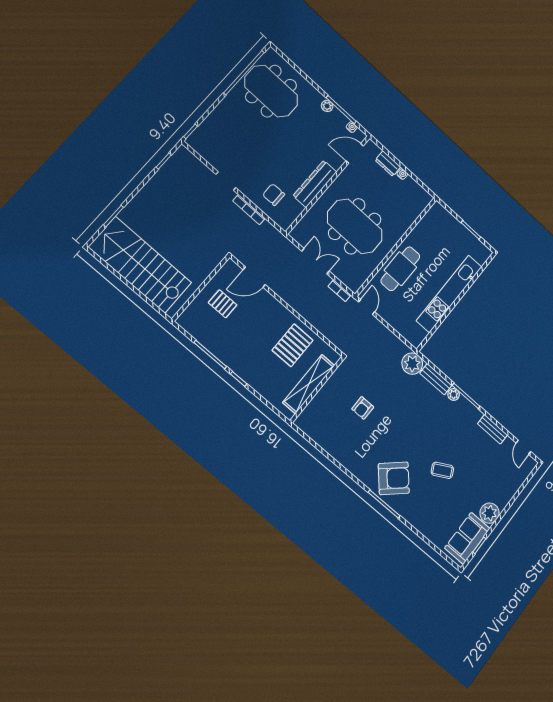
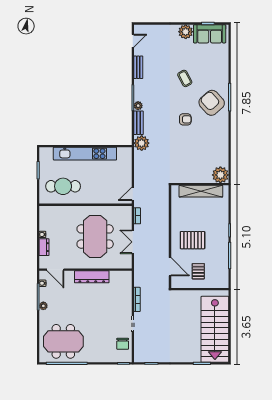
meeting table: (271, 91) -> (63, 341), turned 90
chair: (274, 195) -> (123, 344), moved
cafe table: (400, 269) -> (63, 186), moved
pallet: (293, 345) -> (193, 240), moved
armchair: (363, 408) -> (185, 119), moved
plant: (309, 421) -> (220, 175), added

